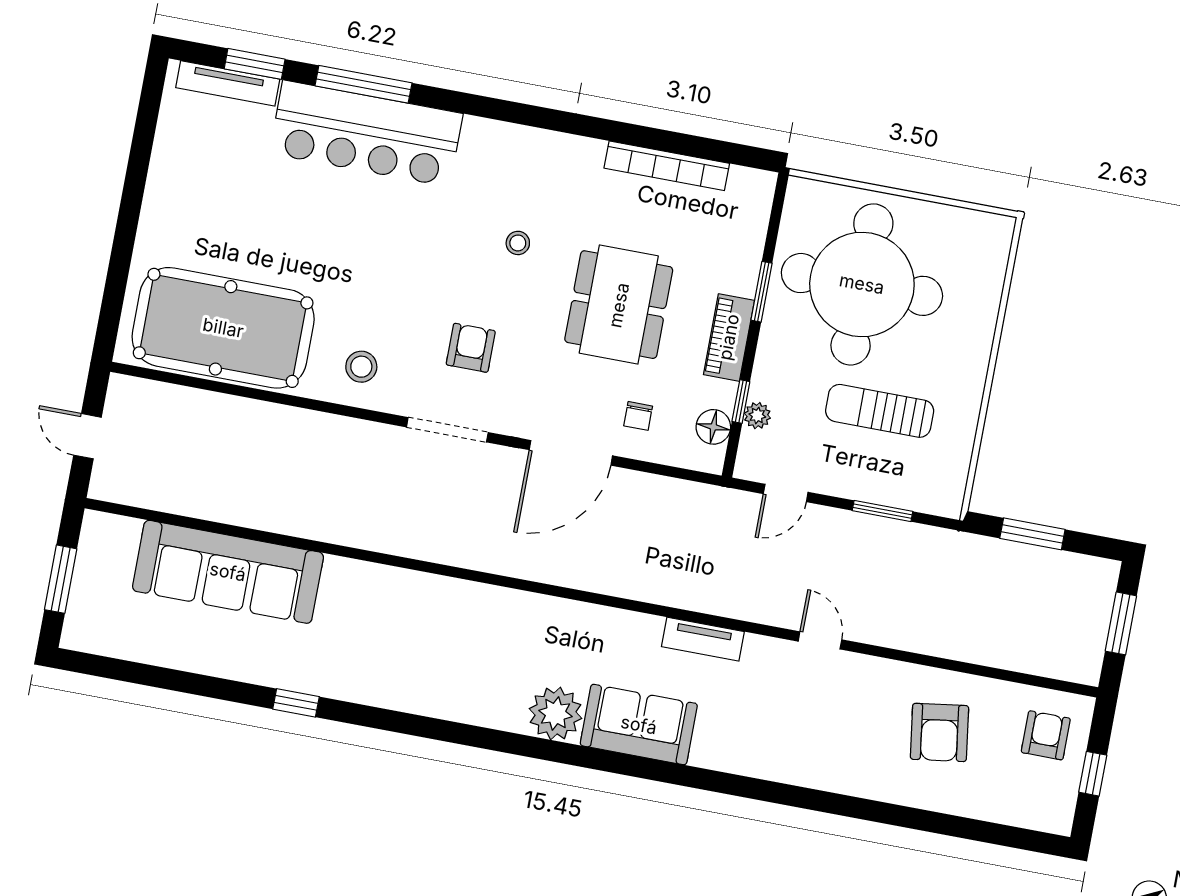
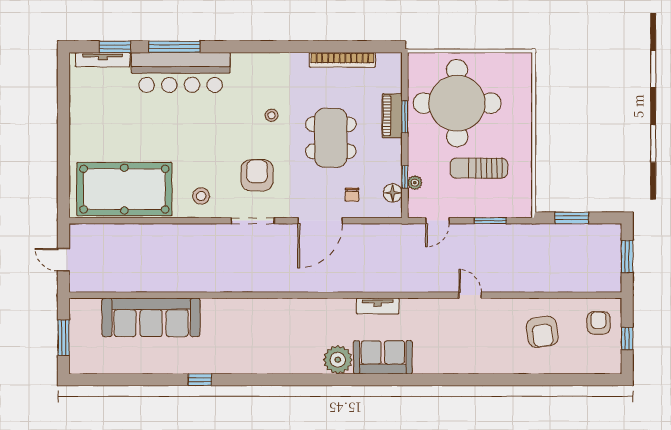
piano: (729, 337) -> (392, 116), moved
armchair: (471, 348) -> (257, 175), width x1.38, depth x1.38
tv unit: (703, 639) -> (378, 306), moved

